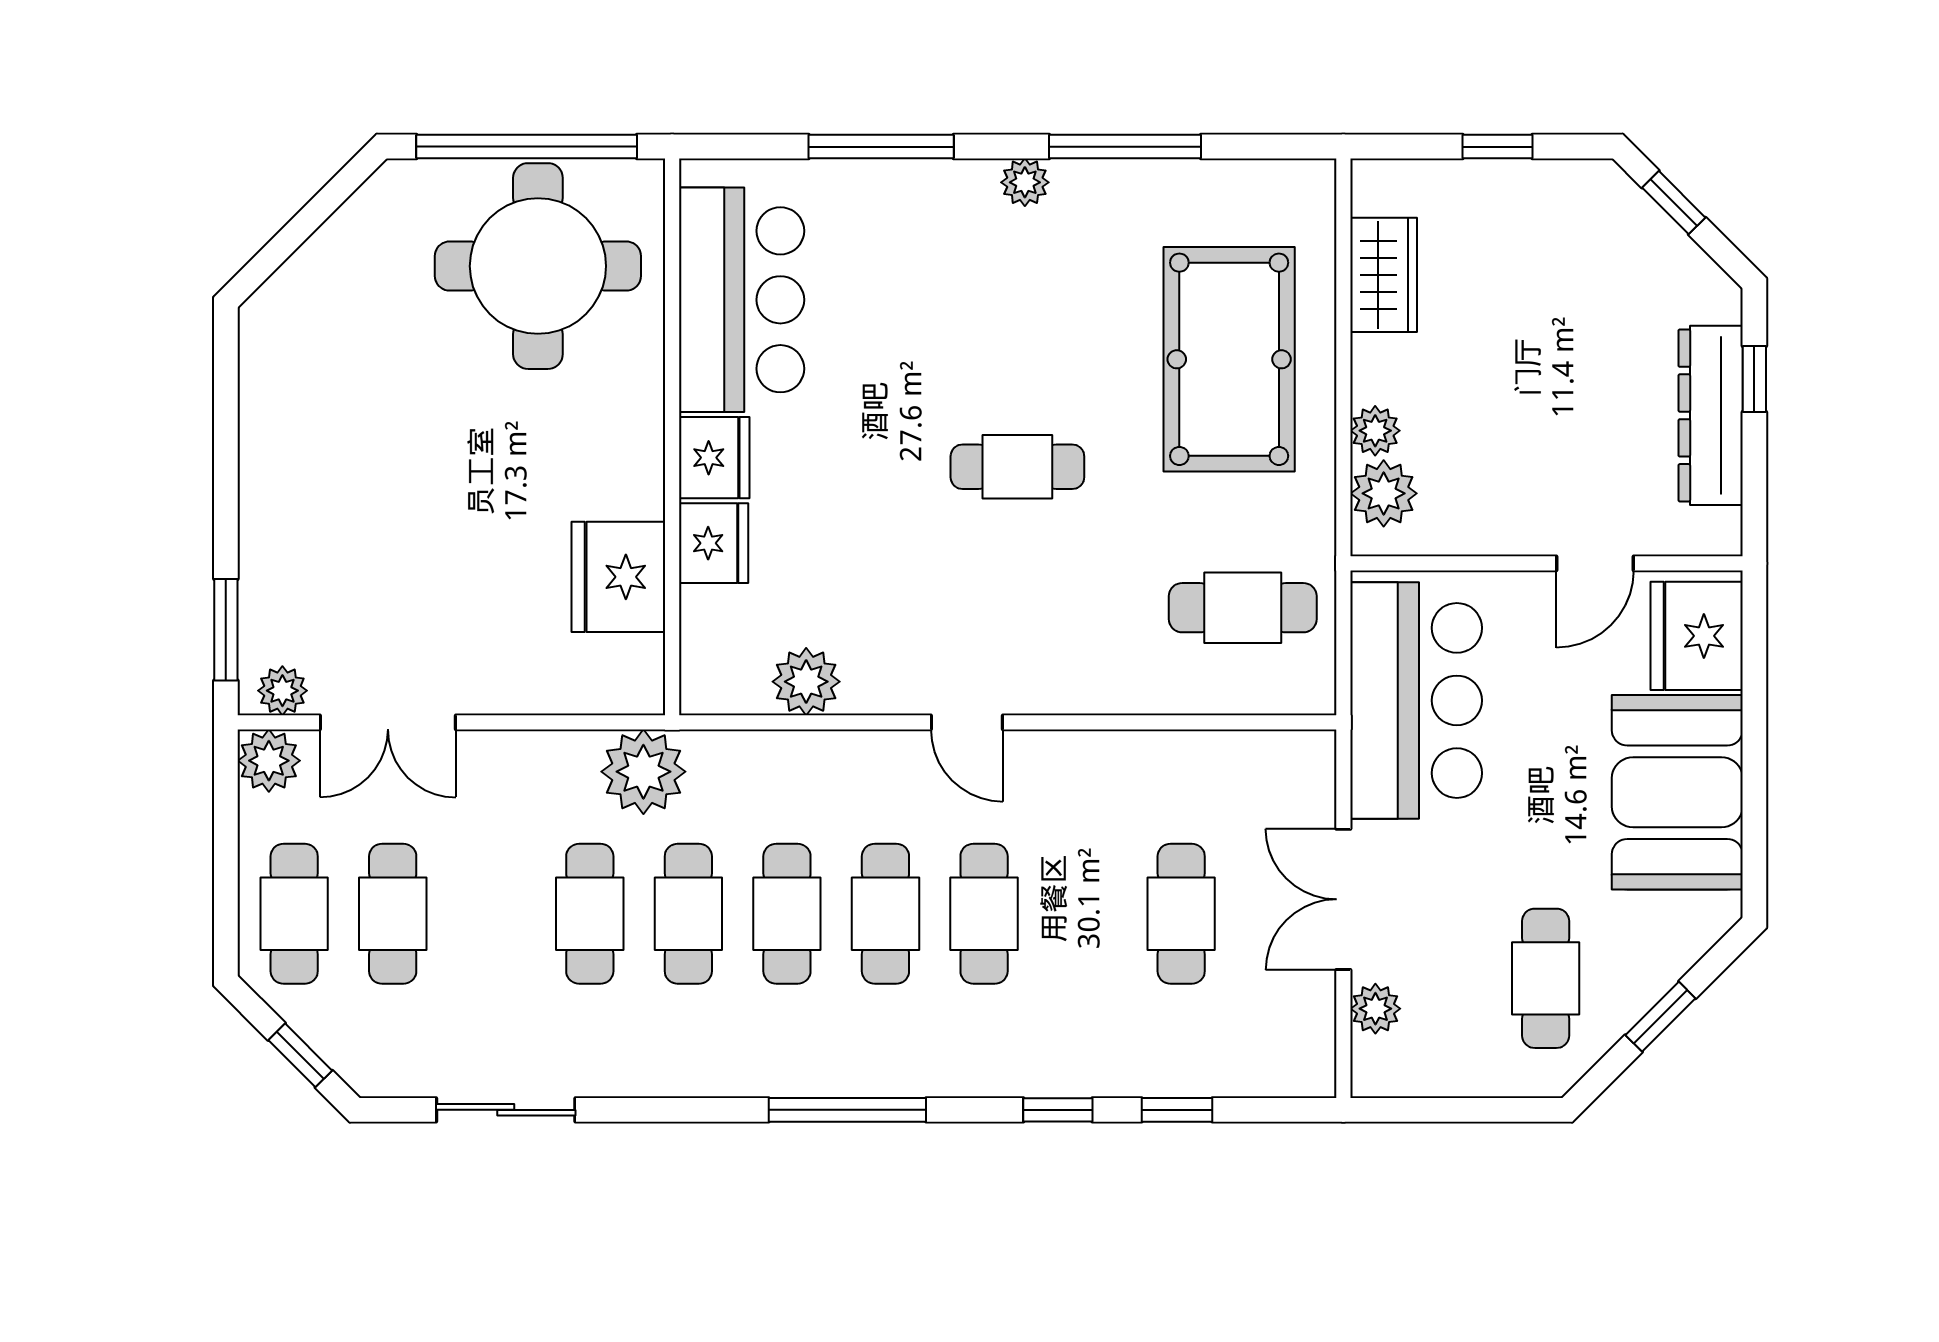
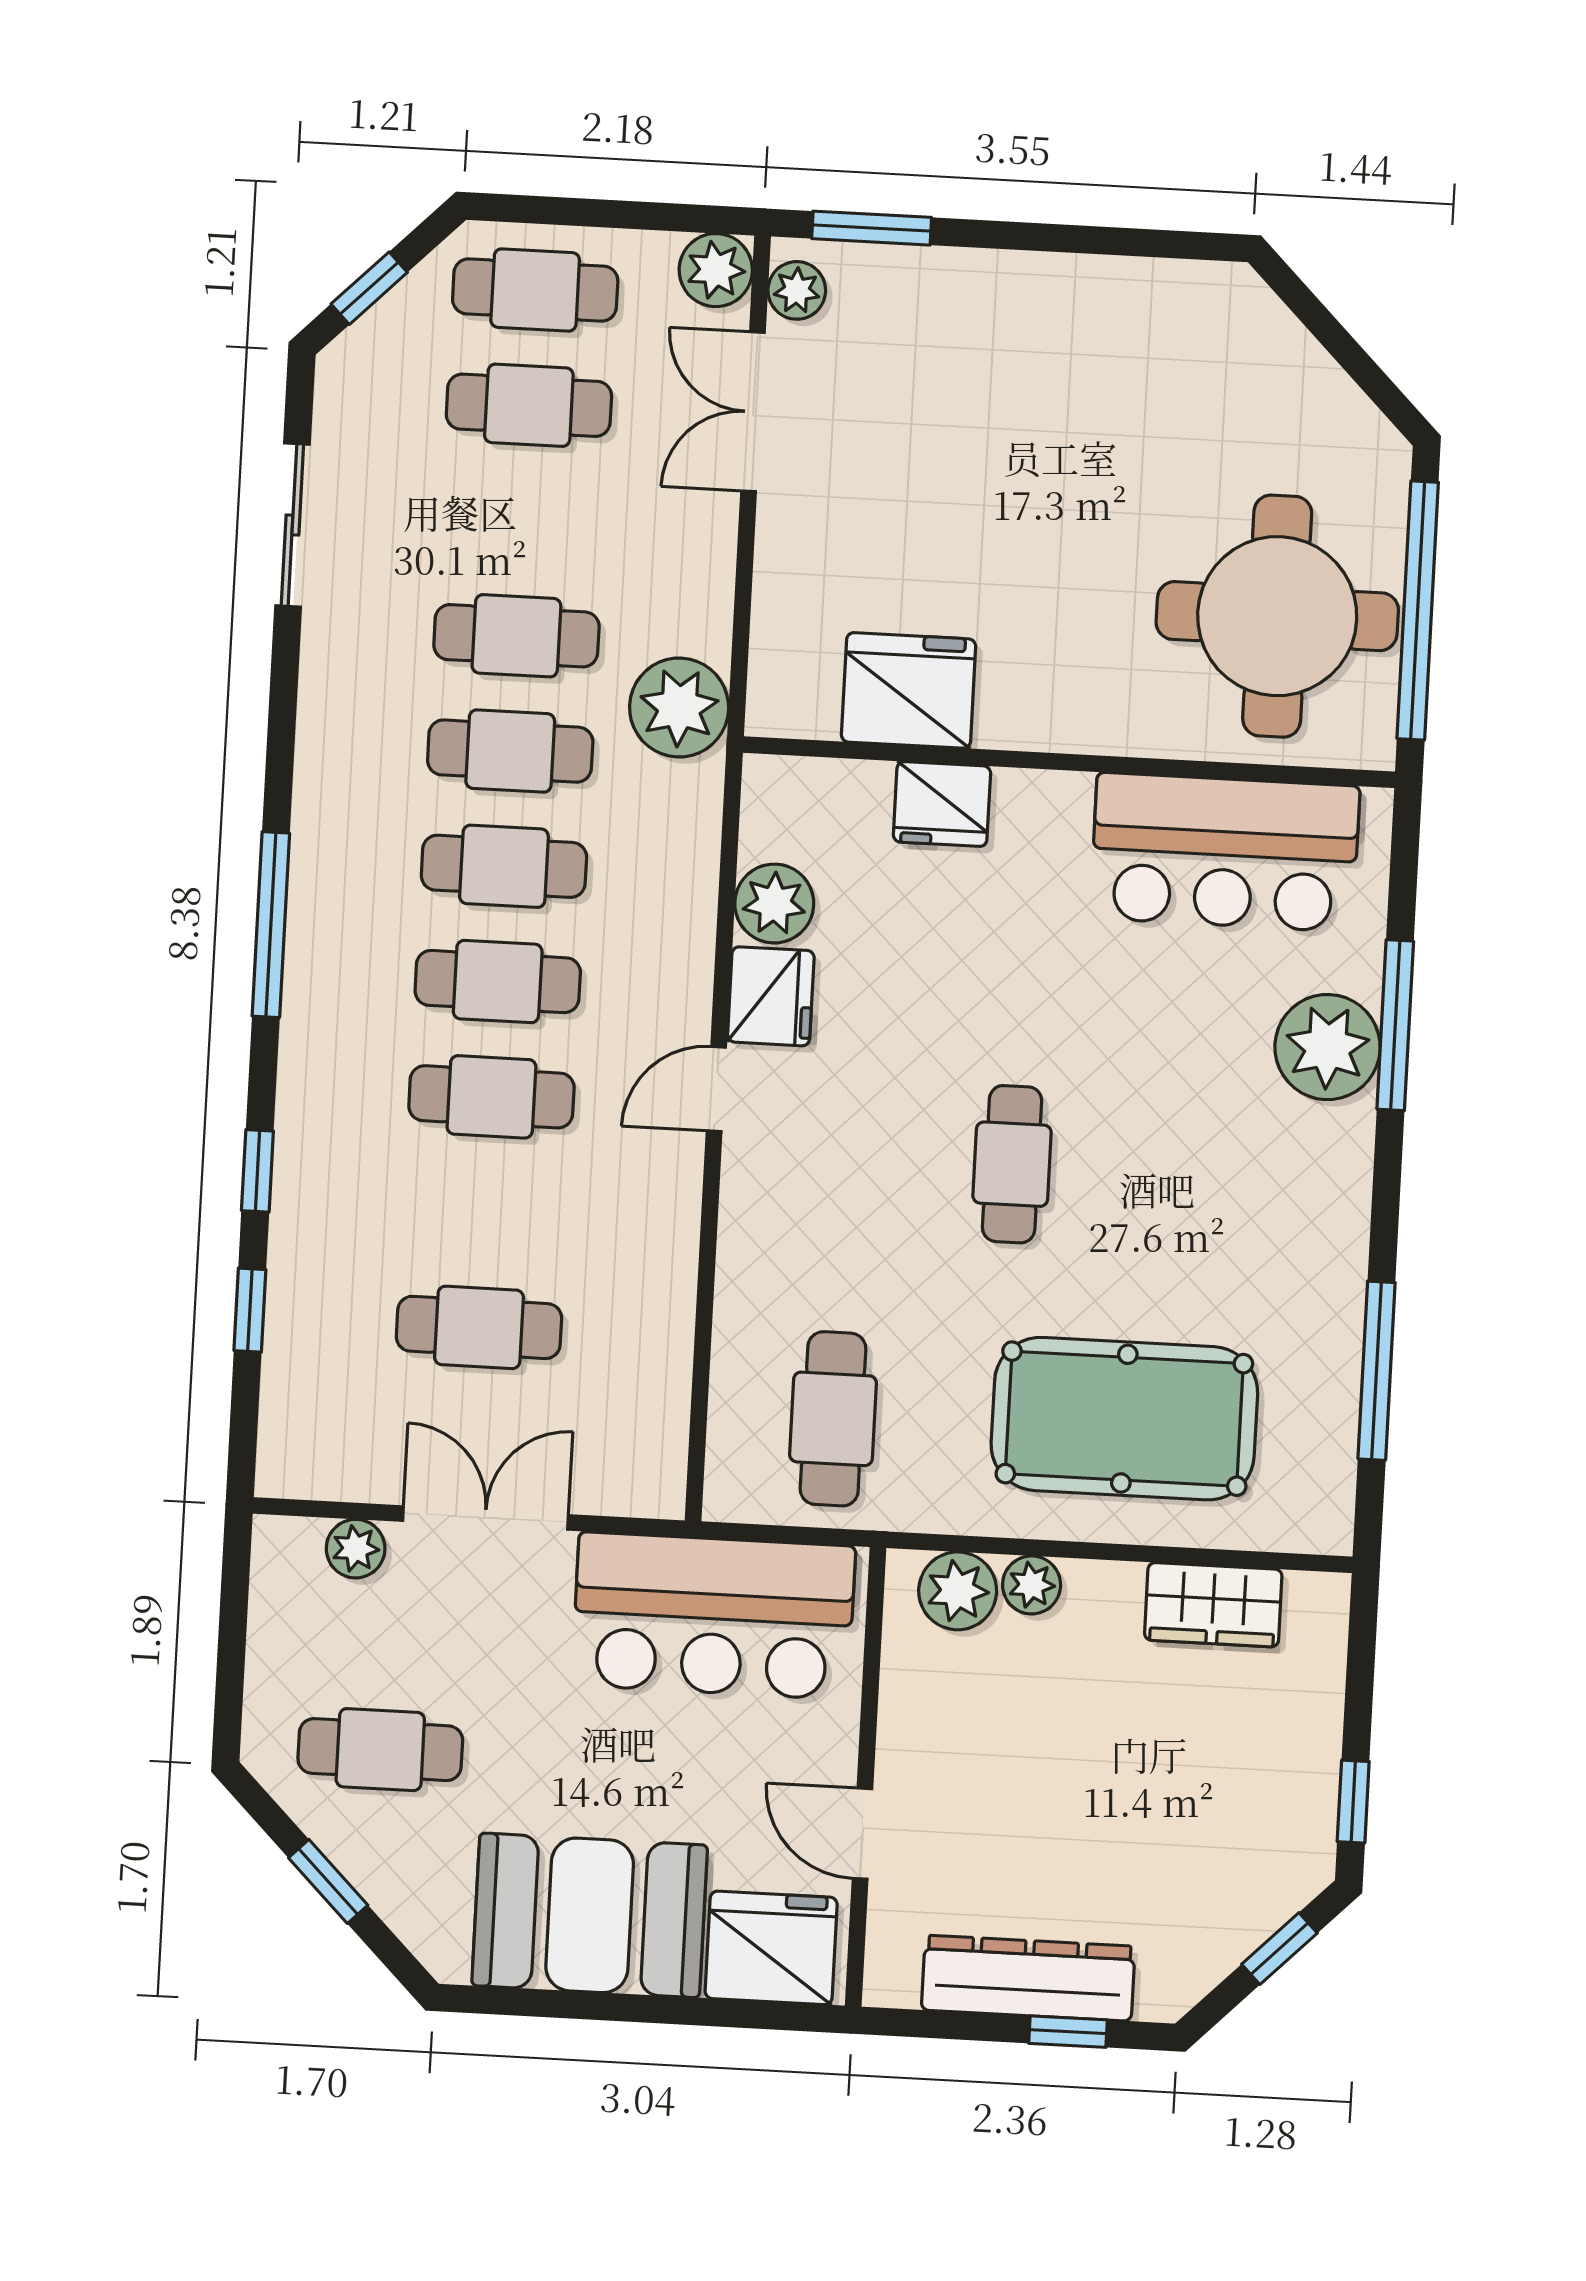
window: (1125, 147) -> (1377, 1371), moved
window: (1498, 147) -> (1353, 1802), moved
plant: (1025, 182) -> (1328, 1047), moved, width x1.87, depth x1.87
fridge: (714, 458) -> (771, 996), moved, turned -90

